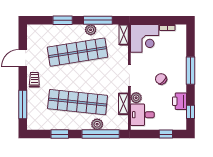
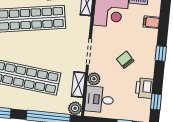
filing cabinet: (180, 45) -> (151, 22), added
window: (191, 71) -> (161, 54), width x0.46
plant: (97, 124) -> (75, 108), moved

